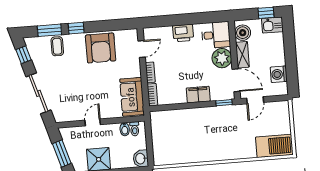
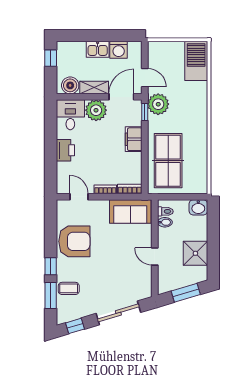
kitchen sink: (272, 25) -> (98, 49), moved, turned 90
plant: (232, 114) -> (158, 104), added
table tennis table: (181, 128) -> (168, 161), added

